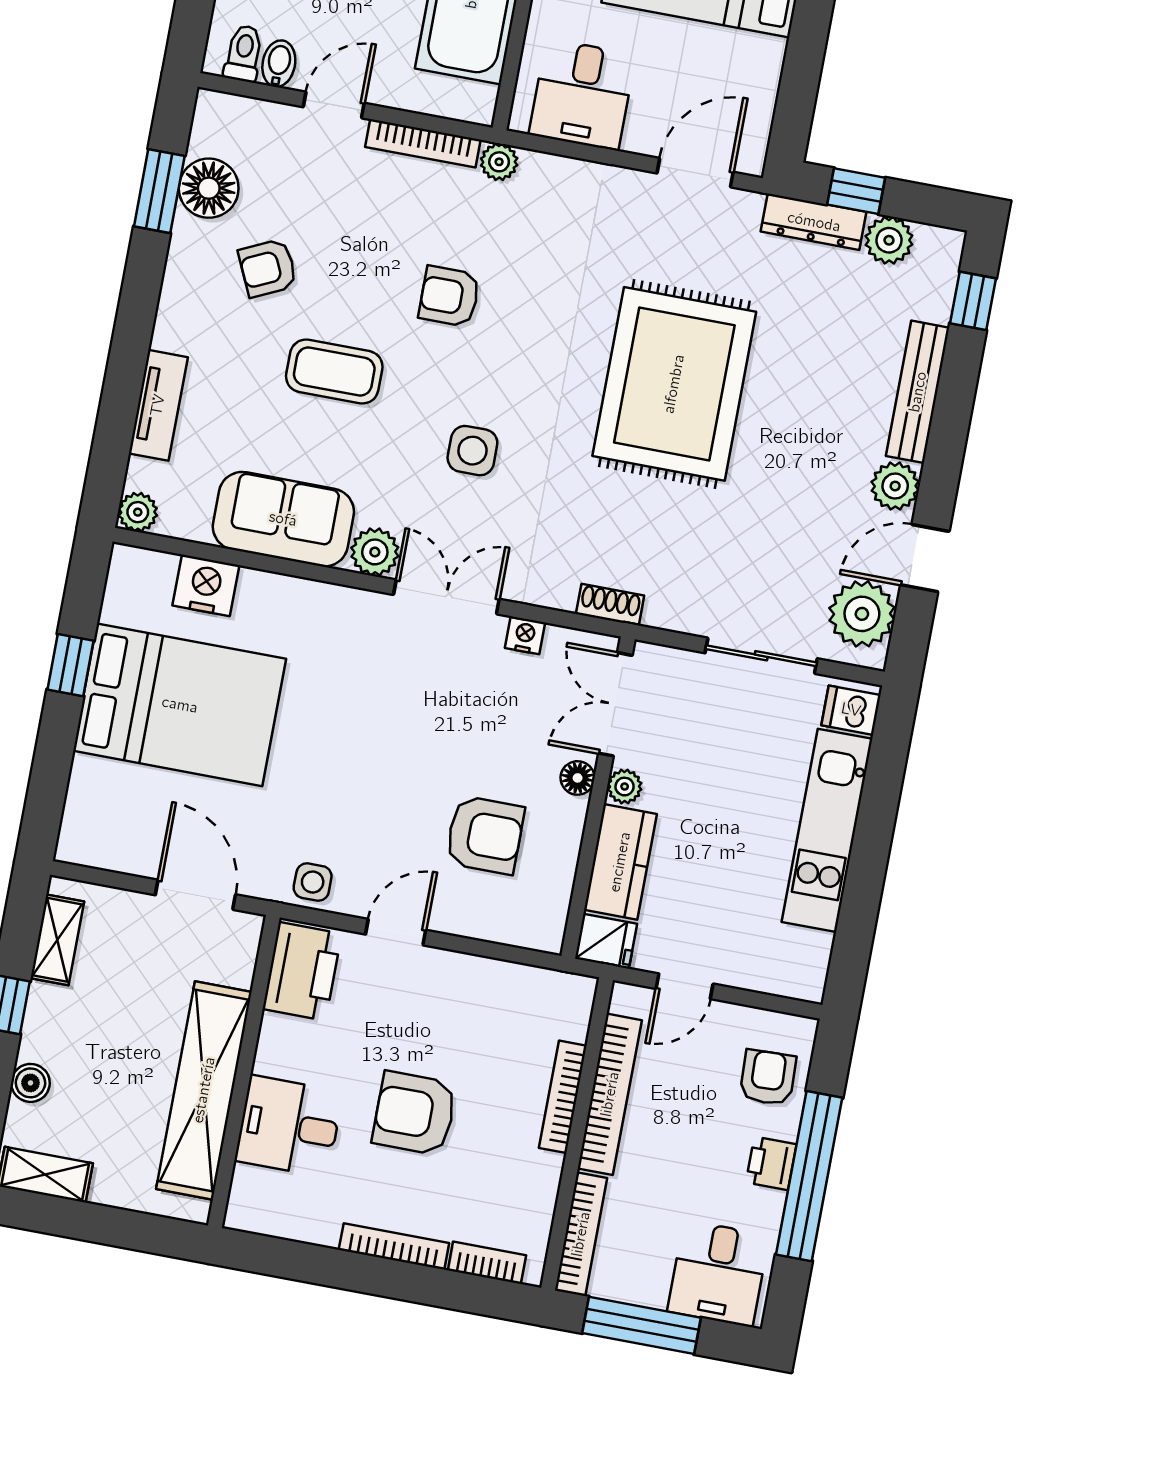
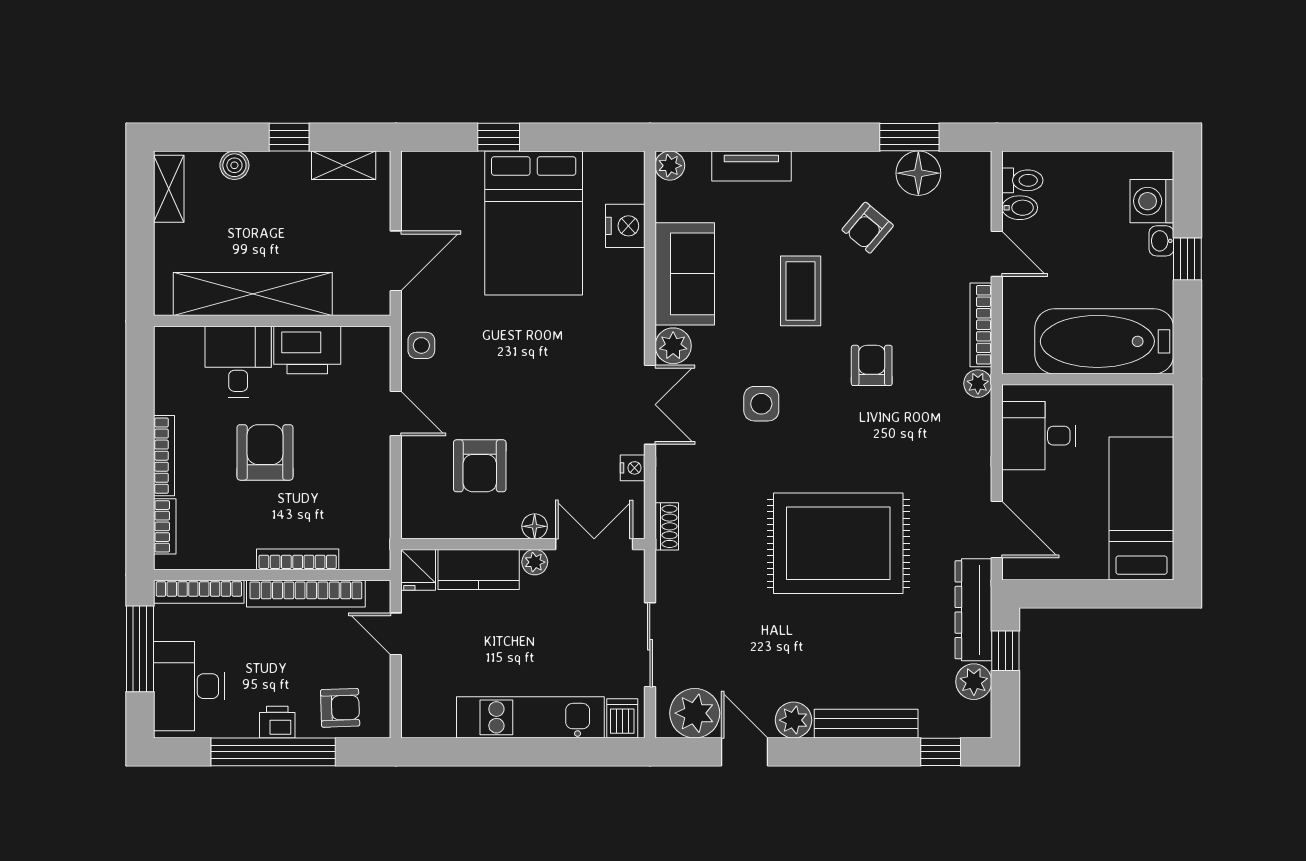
dresser: (814, 222) -> (973, 610), width x1.37, depth x1.24
armchair: (268, 268) -> (868, 228), turned -115
window: (71, 665) -> (499, 137), moved
printer: (302, 971) -> (307, 350), moved
desk: (718, 1273) -> (189, 686), width x1.37

